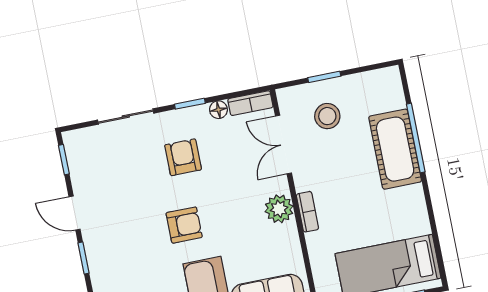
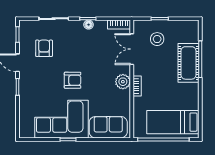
floor lamp: (218, 110) -> (89, 25), moved
armchair: (183, 157) -> (44, 48), moved

